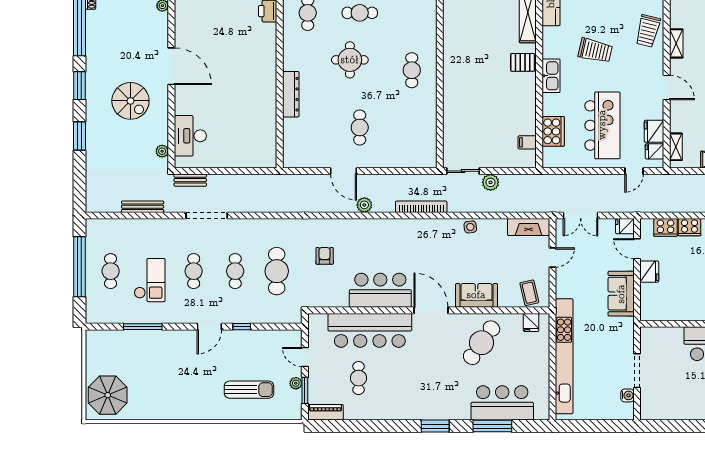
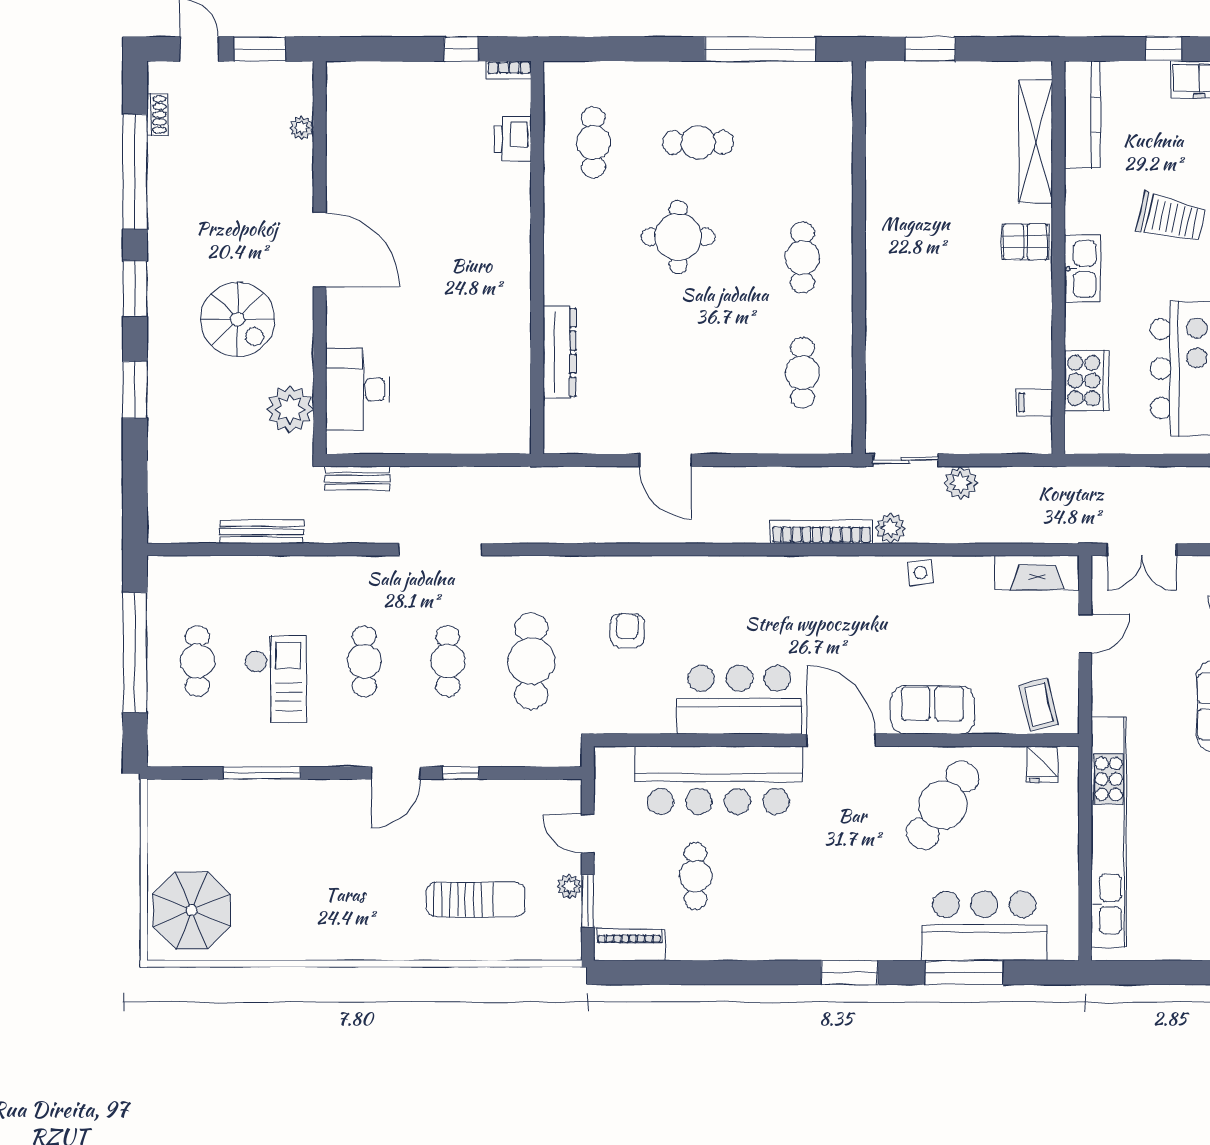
dresser: (291, 94) -> (559, 352), moved
cafe table: (360, 127) -> (802, 373), moved
plant: (162, 151) -> (290, 409), width x1.88, depth x1.88
plant: (364, 205) -> (891, 528), moved
doorway: (207, 216) -> (441, 549), moved

